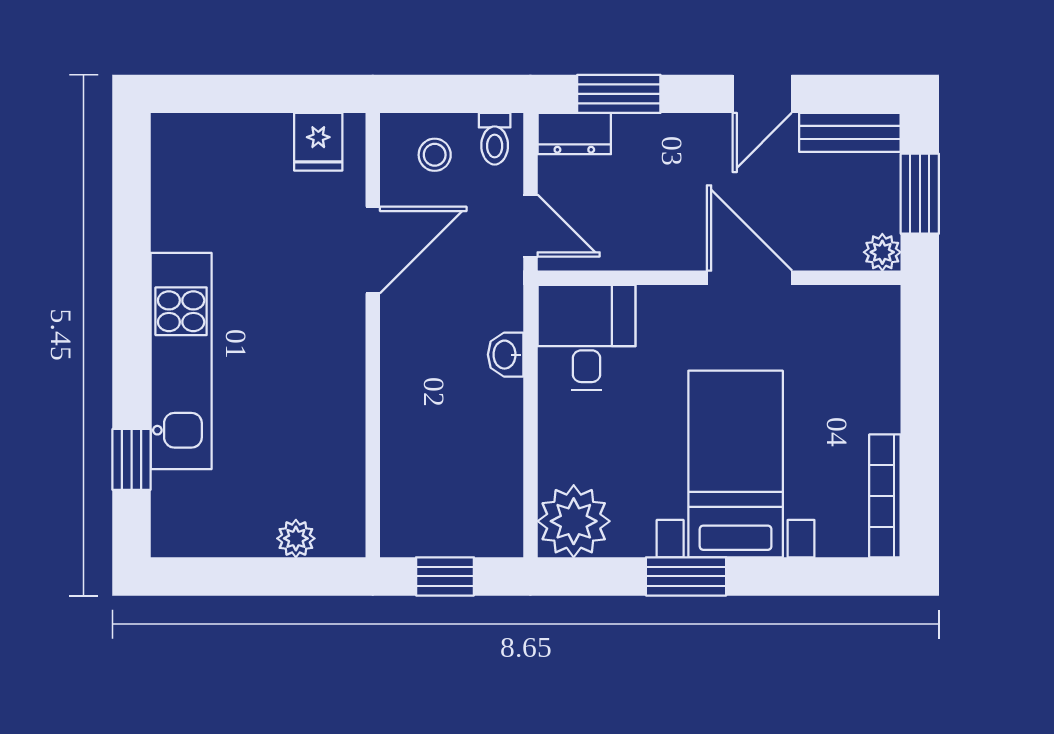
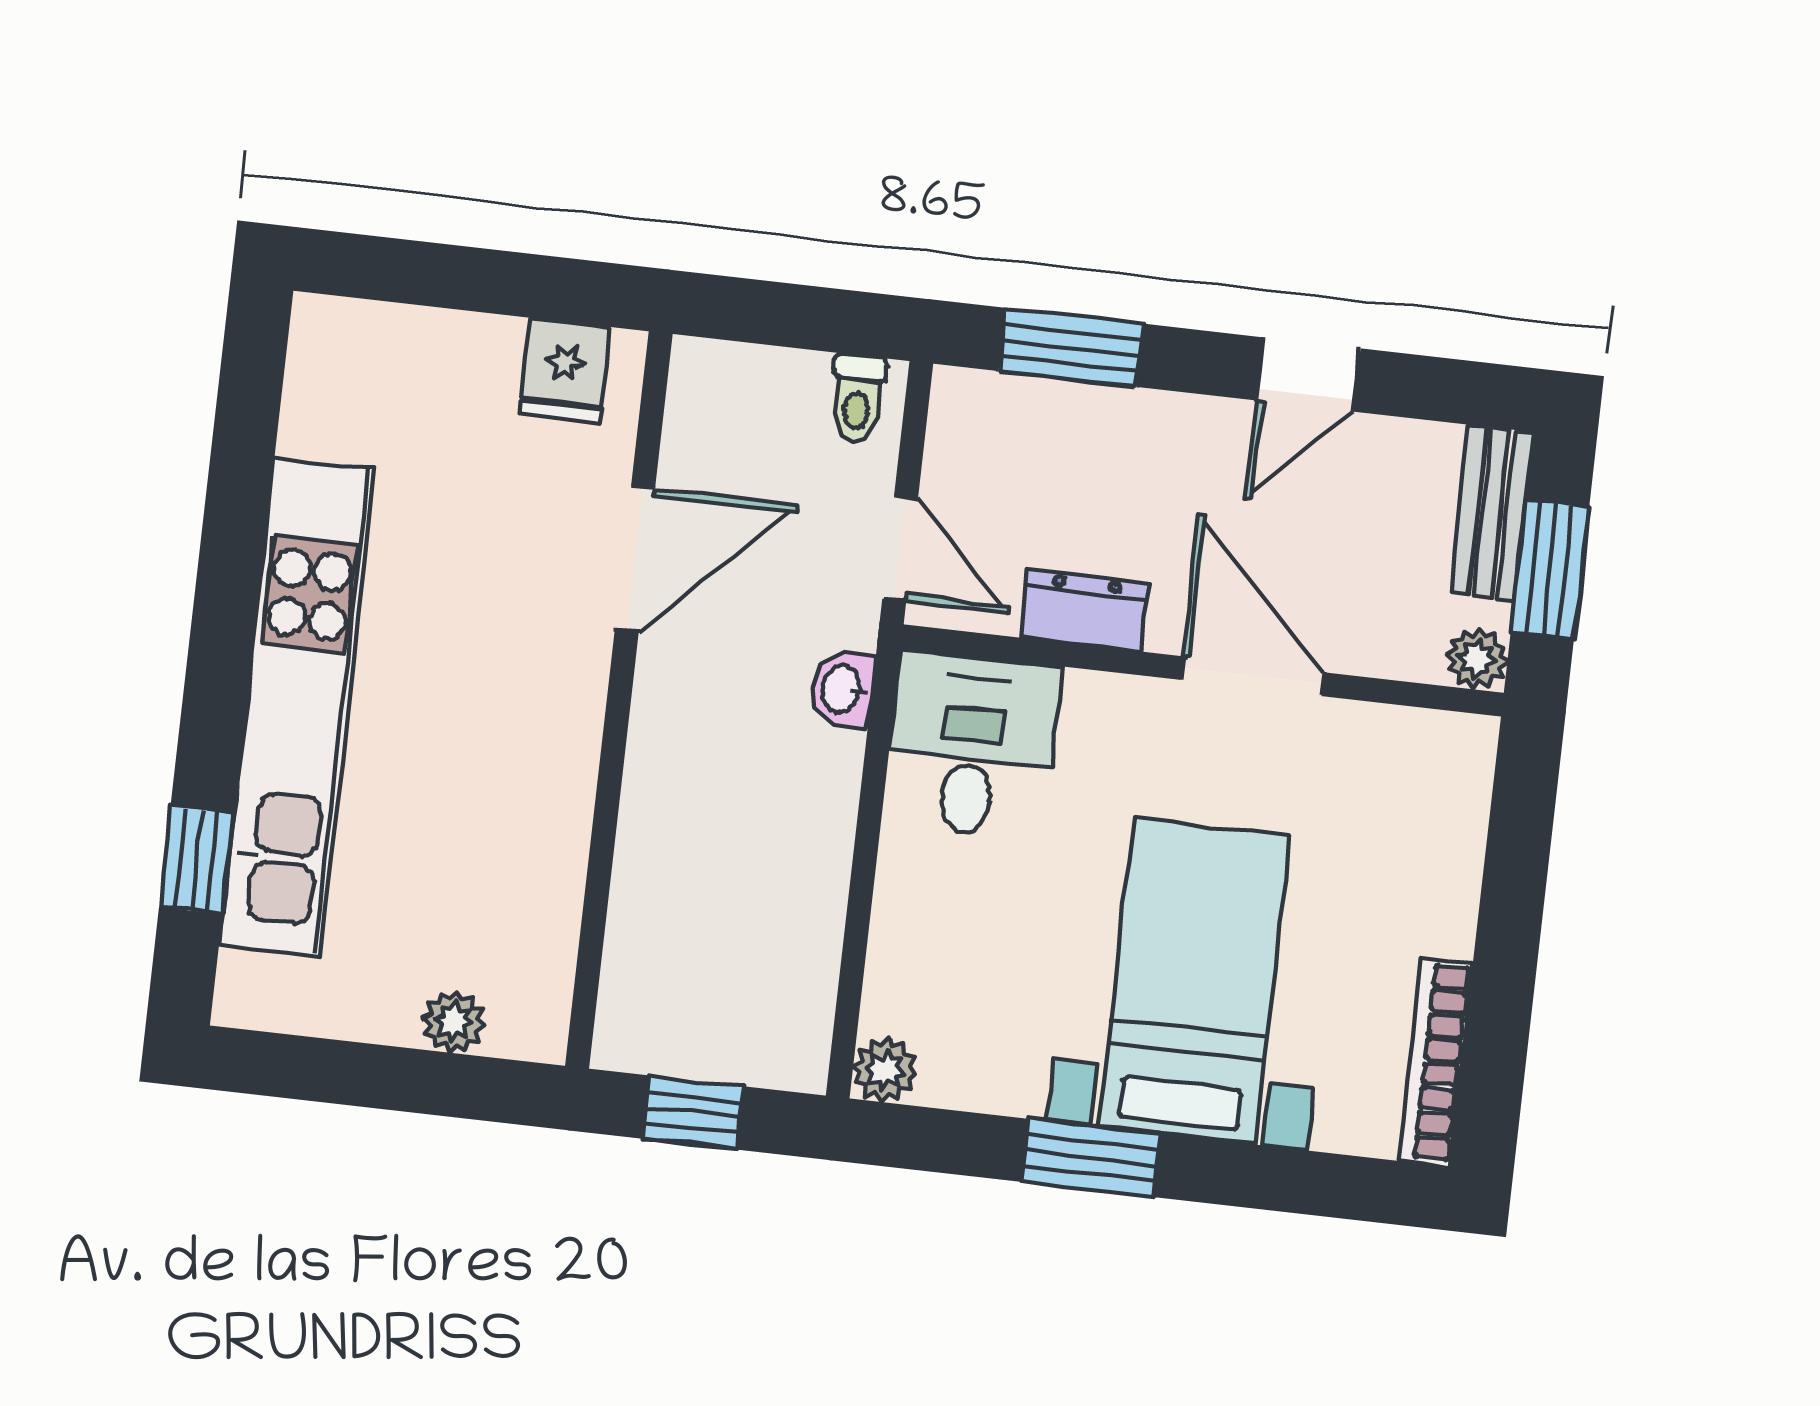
bench: (850, 132) -> (1492, 513), moved, turned 90
dresser: (574, 134) -> (1084, 610), moved, turned 180
stool: (435, 155) -> (755, 413), removed
washbasin: (506, 355) -> (842, 689), moved
kitchen unit: (181, 361) -> (297, 707), width x1.36
plant: (574, 521) -> (885, 1070), width x0.53, depth x0.53

